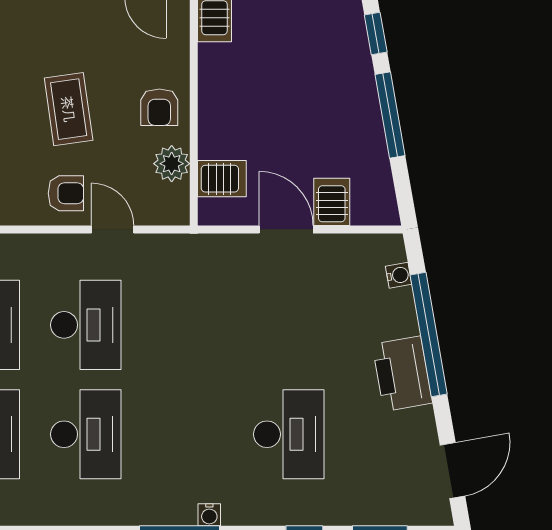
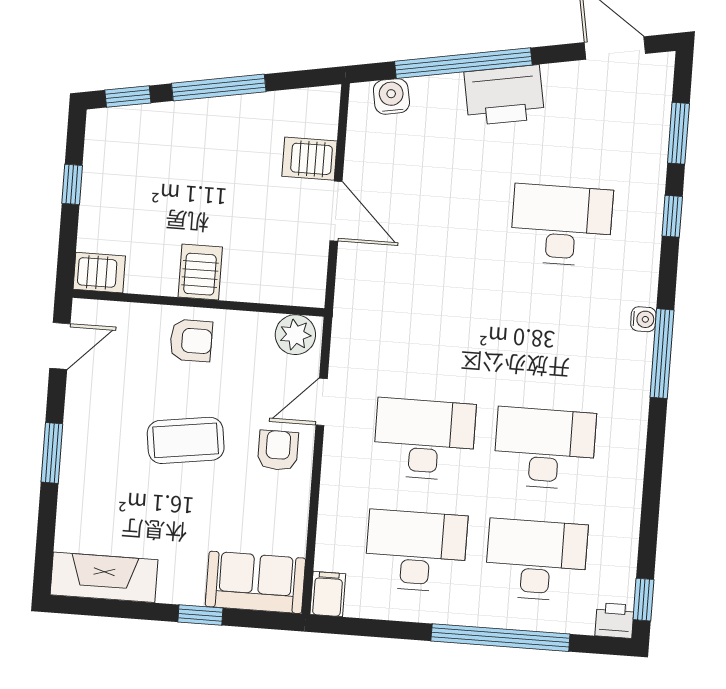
plant: (172, 164) -> (295, 335), moved
server rack: (222, 179) -> (200, 272), moved
door: (286, 229) -> (336, 211), swing flipped
water cooler: (399, 275) -> (391, 96), width x1.38, depth x1.38

